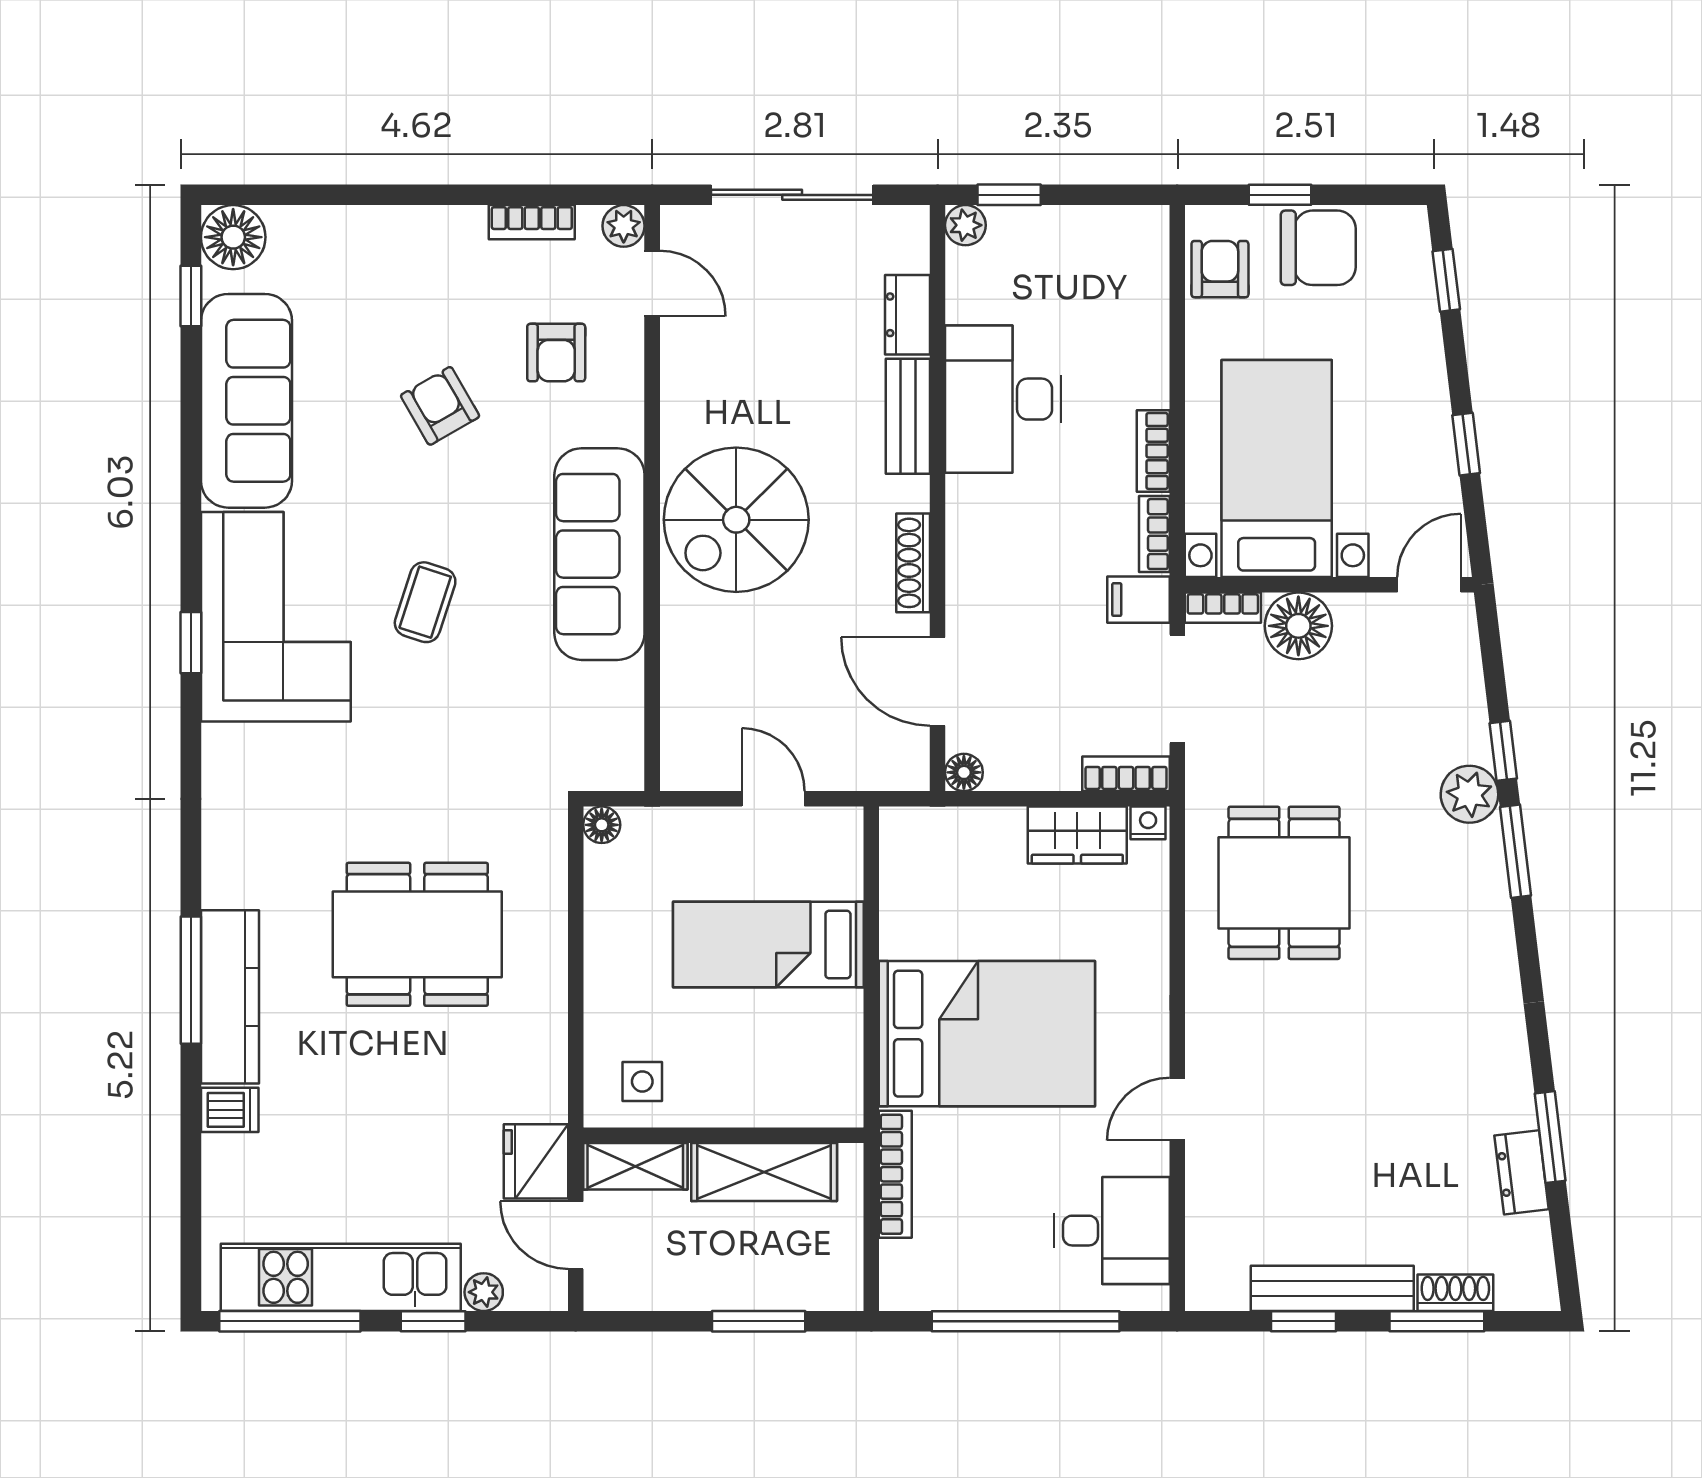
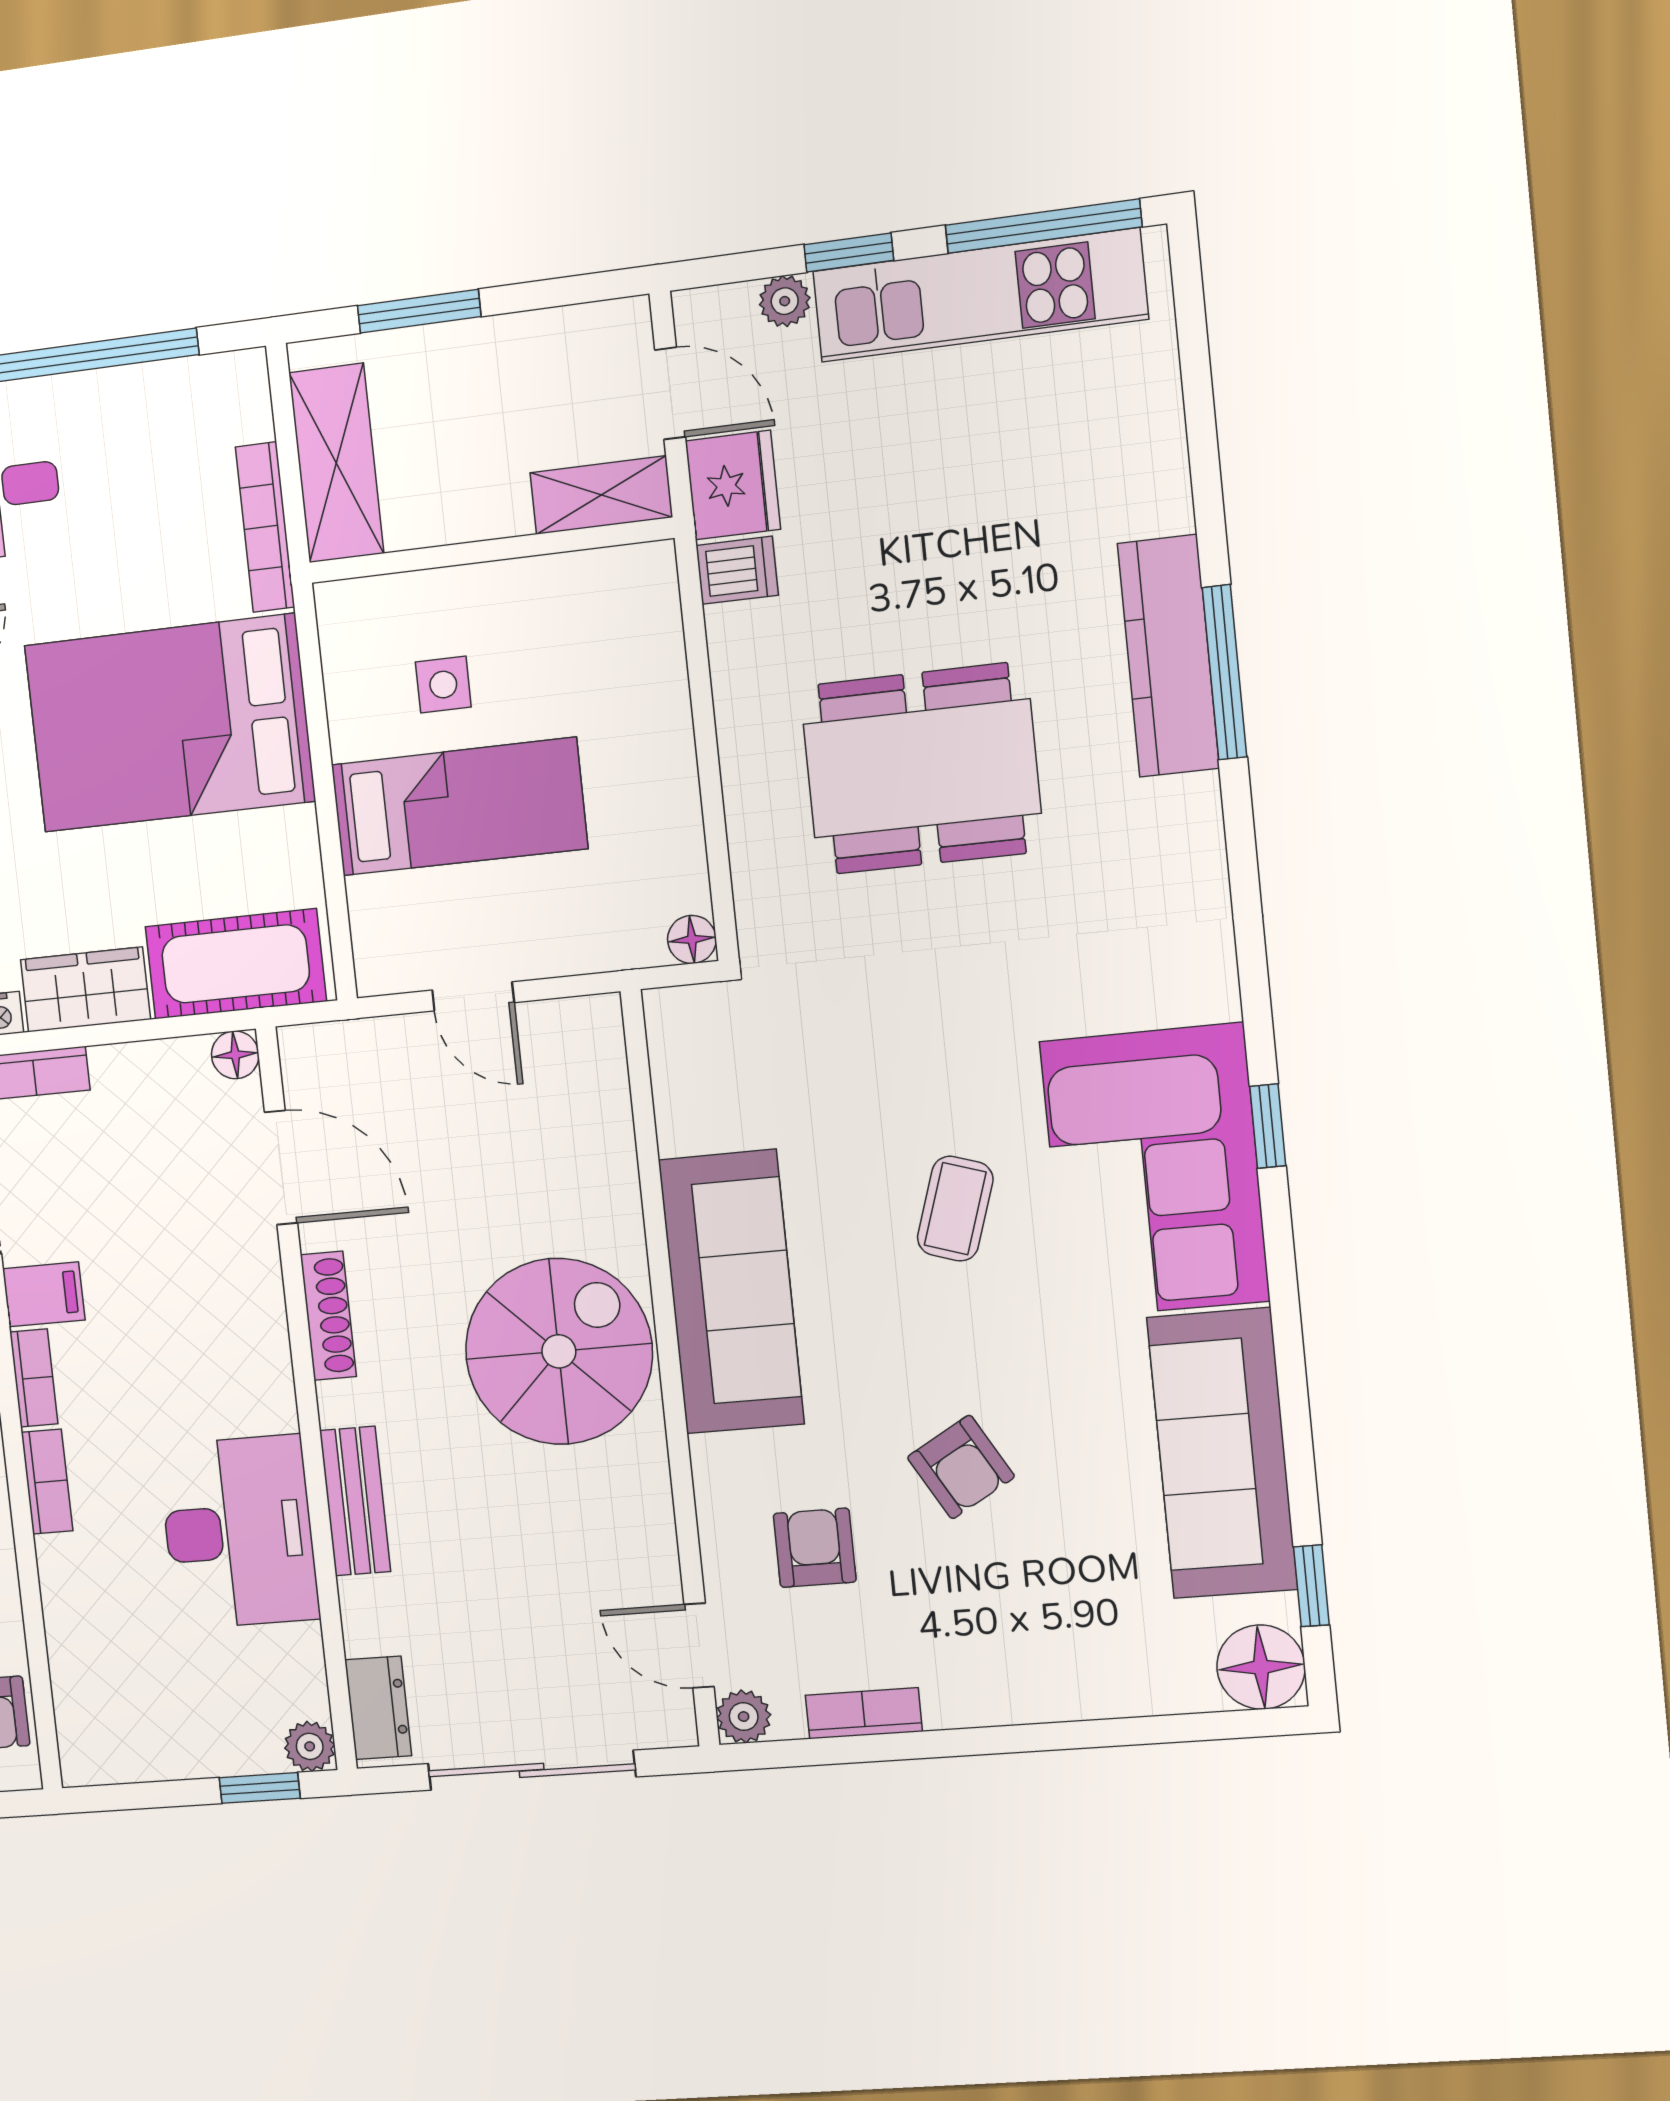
dresser: (908, 315) -> (378, 1708), moved
cot: (956, 843) -> (236, 964), added
side table: (642, 1081) -> (443, 685), moved
dishwasher: (230, 1110) -> (737, 570), moved, turned 180
shelving: (764, 1172) -> (336, 463), moved, turned 90

